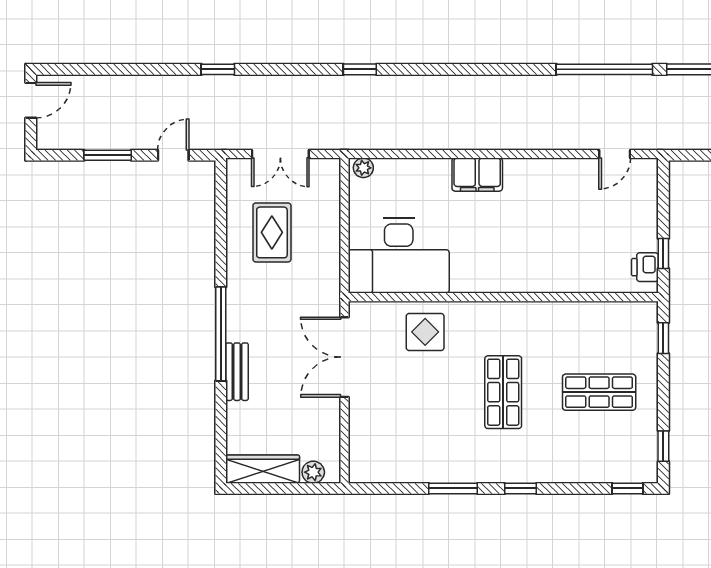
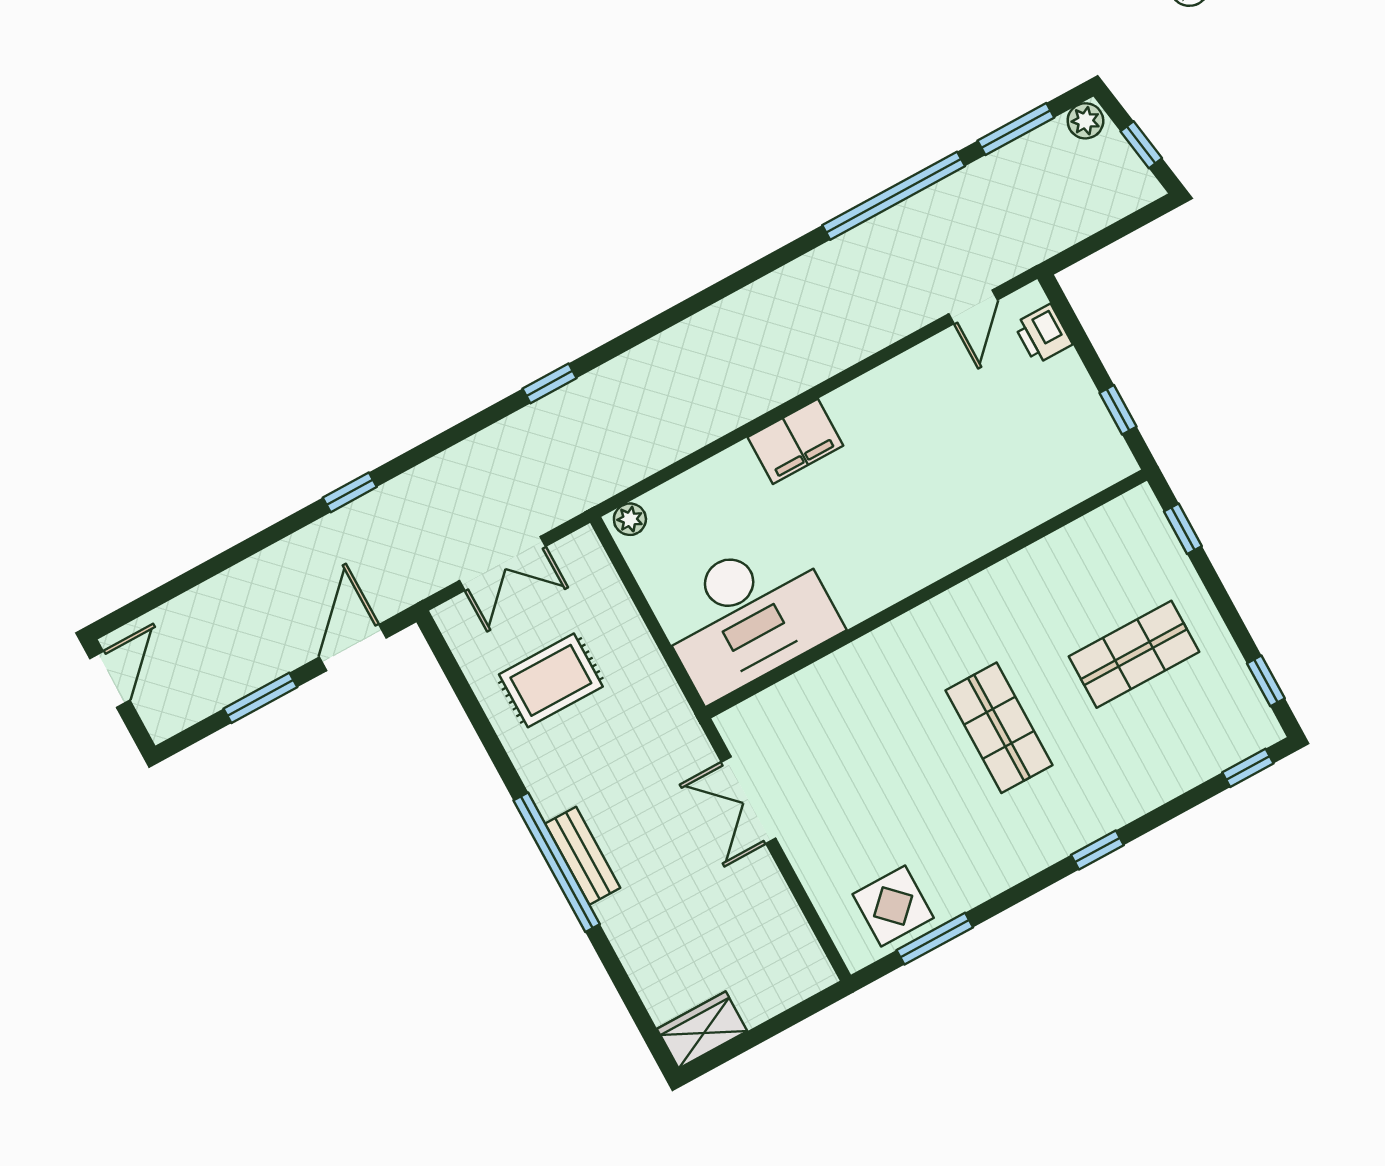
door: (173, 155) -> (353, 648), width x1.38
rug: (272, 232) -> (551, 680), turned 90
printer: (645, 267) -> (1043, 334), moved
display table: (425, 332) -> (893, 906), moved
double door: (344, 357) -> (749, 800), width x0.73
bench: (237, 372) -> (583, 856), moved
wardrobe: (263, 469) -> (702, 1030), width x0.67
plant: (313, 472) -> (793, 986), removed
window: (453, 488) -> (935, 939), moved

